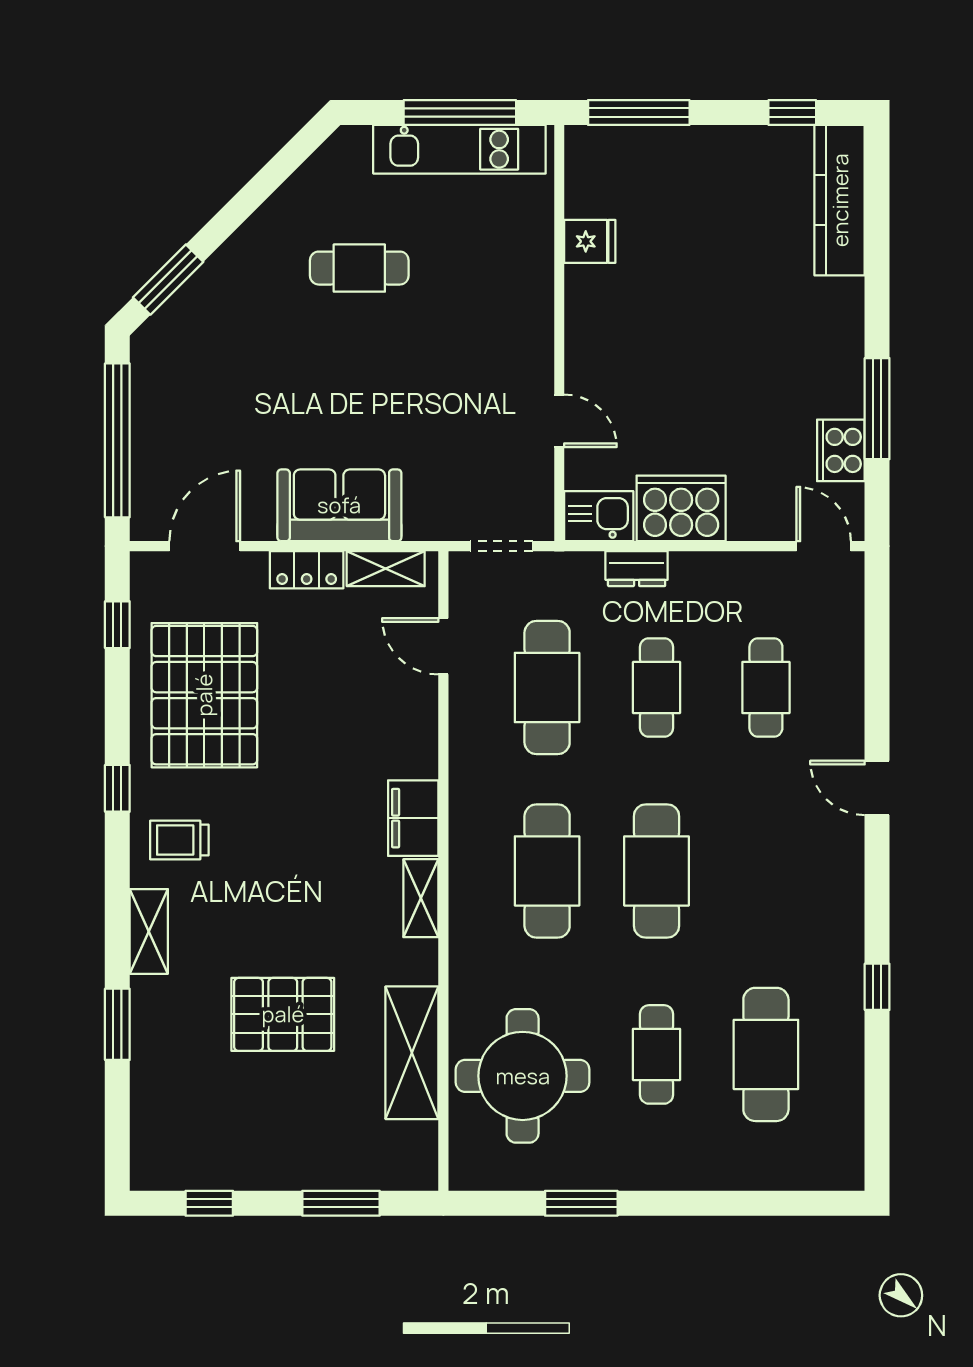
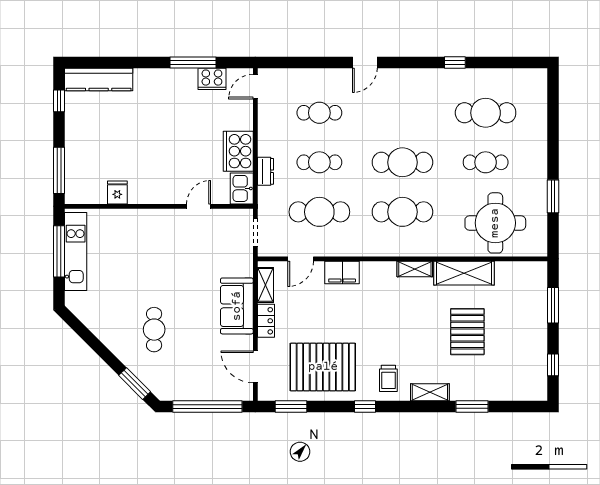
cafe table: (359, 268) -> (154, 330), moved
window: (117, 625) -> (291, 407), width x1.50
filing cabinet: (413, 818) -> (342, 273), moved
shelving: (412, 1053) -> (464, 273), moved

